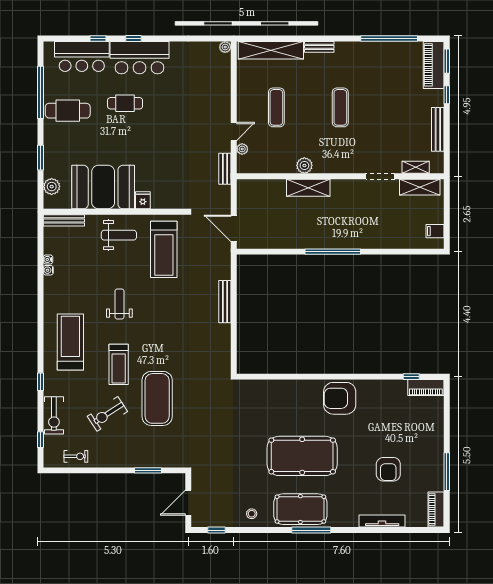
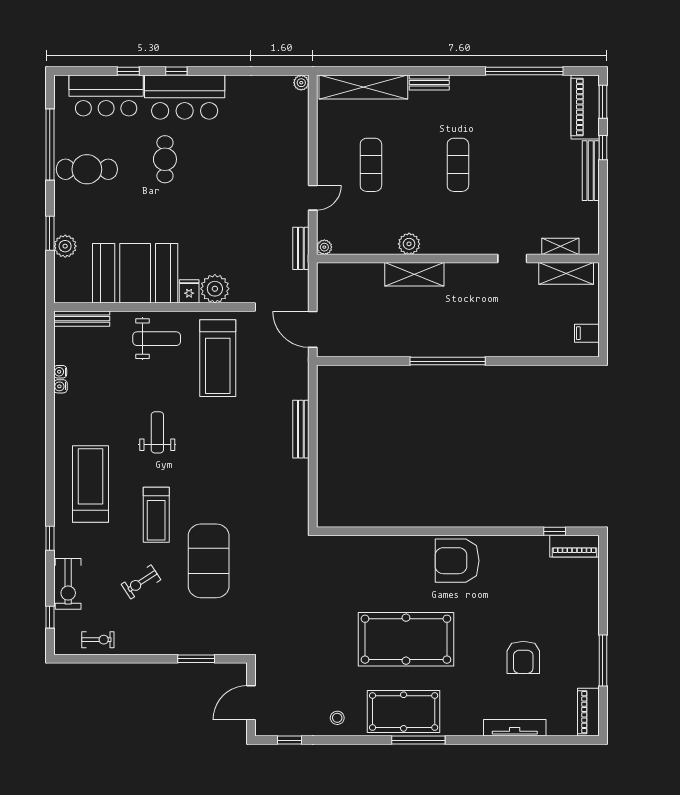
cafe table: (125, 103) -> (165, 159), turned 90
bench: (438, 129) -> (591, 171), moved
plant: (242, 149) -> (324, 247), moved
doorway: (380, 176) -> (512, 259), width x0.73
plant: (52, 187) -> (65, 246), moved
plant: (162, 198) -> (215, 289), added
exercise bike: (107, 414) -> (141, 582), width x0.73, depth x0.72

